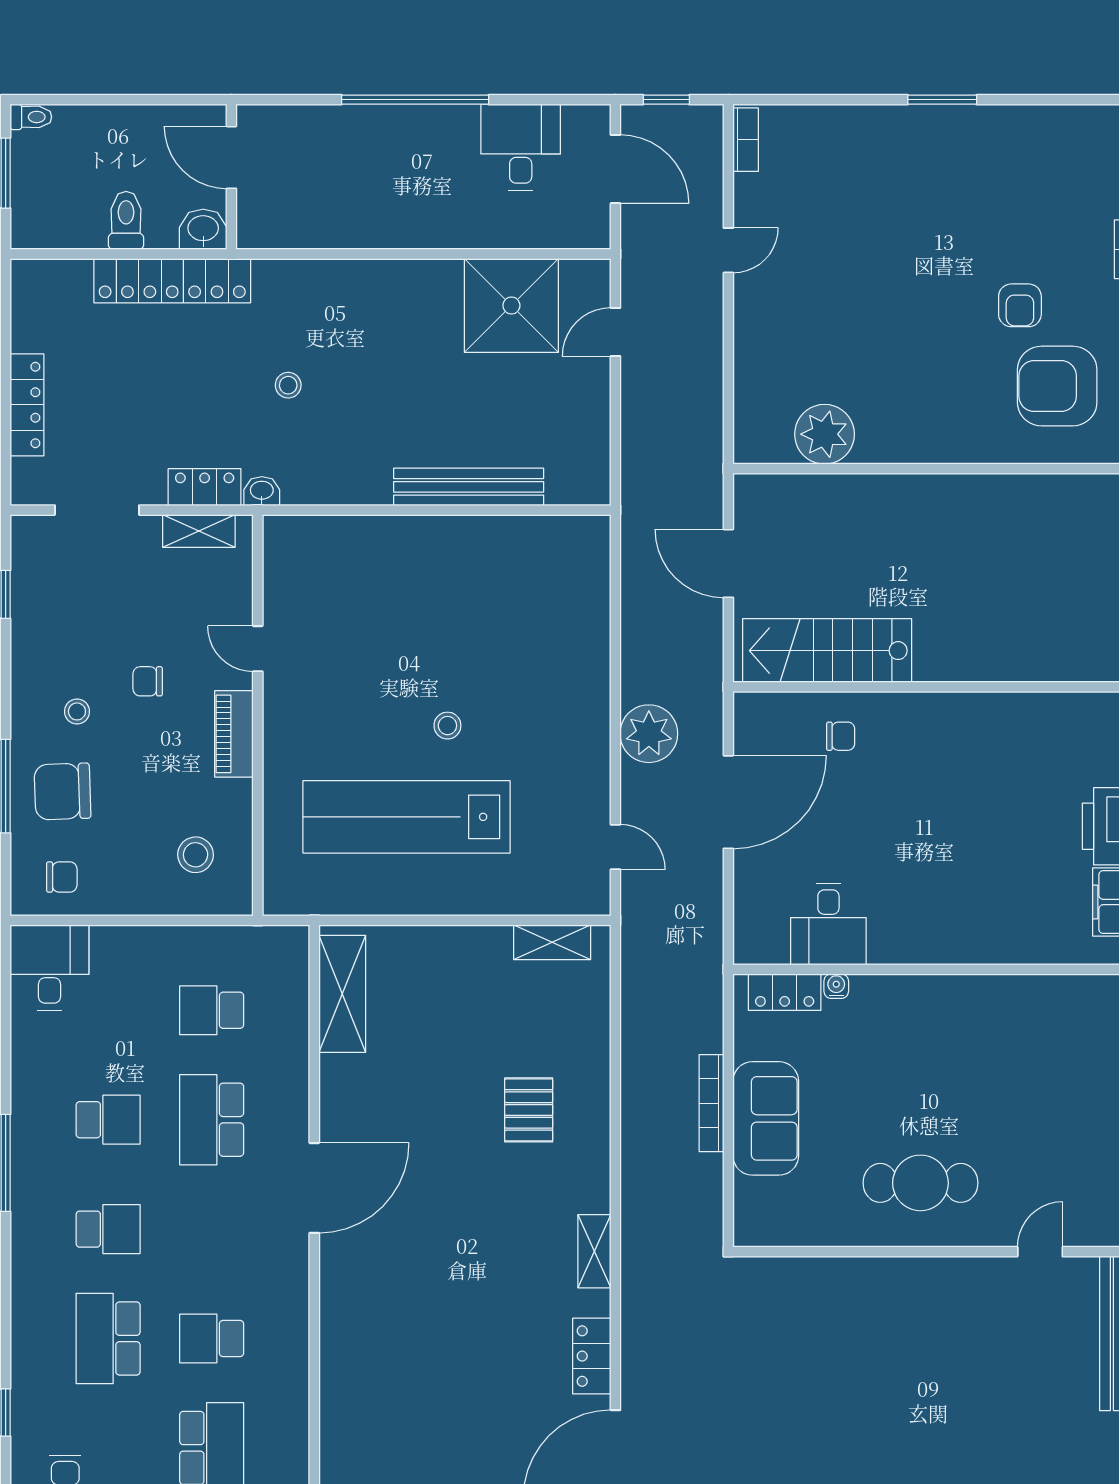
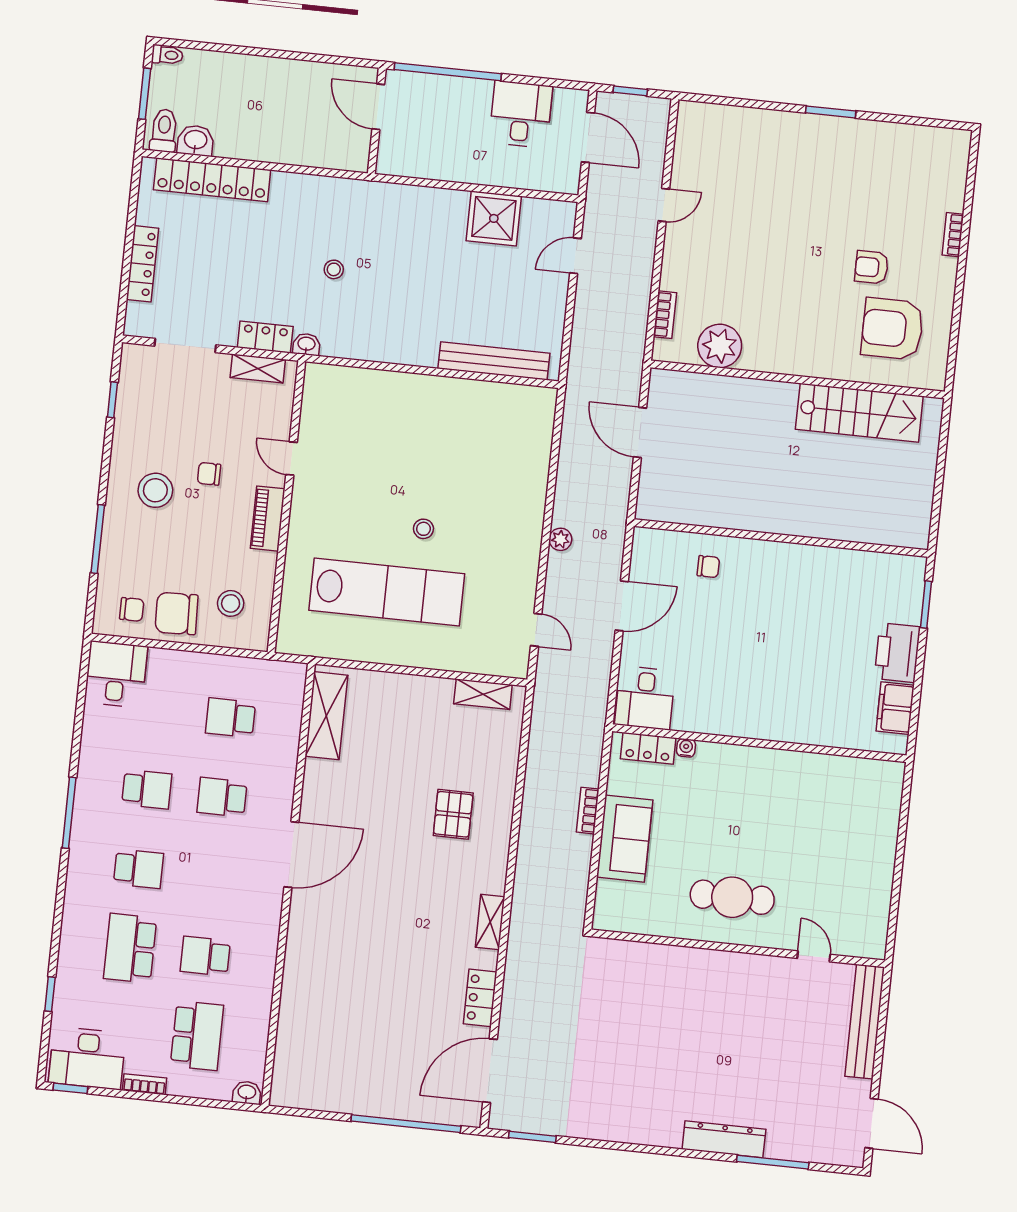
bookcase: (746, 140) -> (665, 315), moved
door: (231, 157) -> (378, 107), moved
wall: (231, 177) -> (377, 121), moved
toilet: (126, 220) -> (164, 131), moved
washbasin: (203, 229) -> (196, 140), moved
locker: (172, 281) -> (212, 180), moved
shower: (511, 305) -> (494, 218), width x0.73, depth x0.73
armchair: (1020, 305) -> (871, 267), turned 90
bench: (469, 487) -> (494, 361), moved
stairs: (827, 651) -> (859, 413), moved, turned 180
stool: (77, 711) -> (155, 490), width x1.89, depth x1.89
plant: (649, 734) -> (560, 539), width x0.53, depth x0.53
chair: (62, 791) -> (177, 614), moved
door: (728, 802) -> (622, 606), width x0.73
lab bench: (406, 817) -> (387, 592), turned 180
desk: (828, 924) -> (645, 698), moved
bookcase: (711, 1103) -> (588, 811), width x0.64
school desk: (212, 1120) -> (222, 797), width x0.54
door: (1040, 1252) -> (814, 956), hinge flipped

